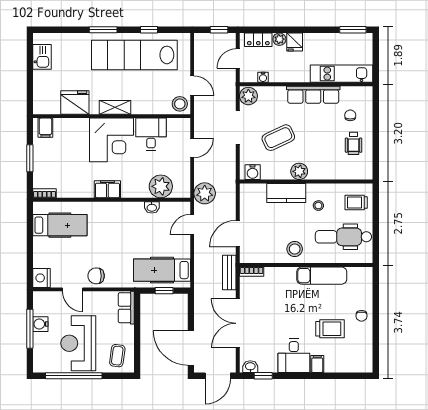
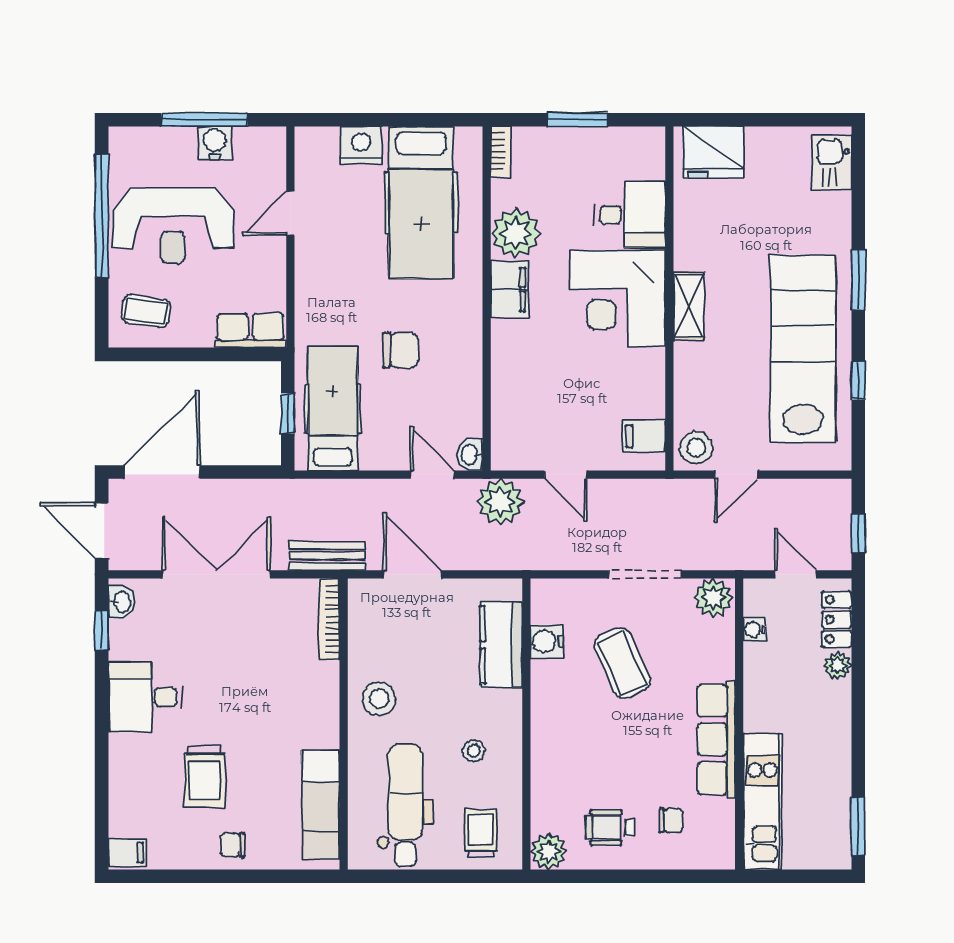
fridge: (295, 42) -> (832, 699), removed
kitchen sink: (42, 57) -> (832, 162), moved, turned 90
fridge: (75, 103) -> (713, 152), moved, turned 90
filing cabinet: (45, 128) -> (644, 436), moved
desk: (151, 134) -> (630, 215), moved
door: (192, 148) -> (566, 475), moved
plant: (299, 171) -> (549, 851), moved
water cooler: (253, 172) -> (547, 641), moved
plant: (161, 186) -> (516, 233), moved
kitchen counter: (286, 193) -> (501, 645), moved
washbasin: (152, 207) -> (470, 455), moved
hospital bed: (60, 225) -> (421, 203), width x1.37, depth x1.29
bookcase: (252, 272) -> (329, 619), width x1.56
chair: (96, 276) -> (401, 350), moved, turned 90
exam couch: (322, 276) -> (321, 805), moved
nightstand: (42, 278) -> (361, 145), moved
reception desk: (78, 343) -> (173, 226), turned 180
filing cabinet: (317, 364) -> (127, 852), moved

